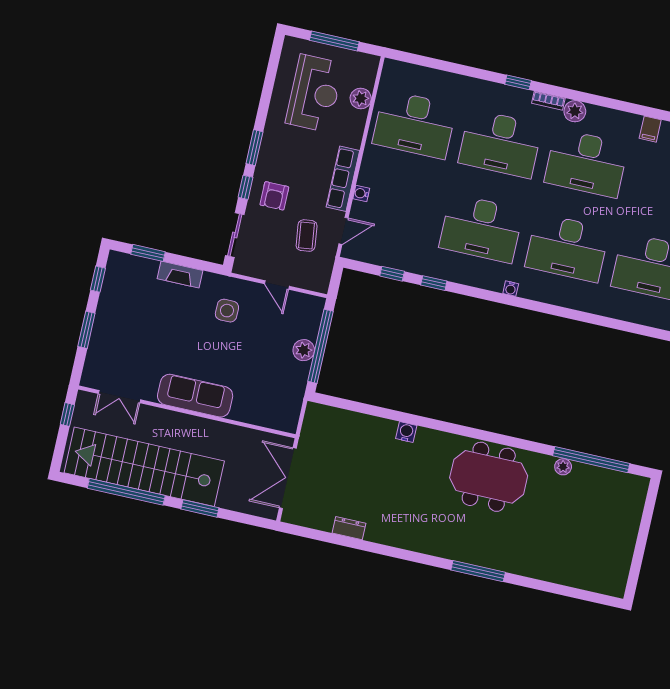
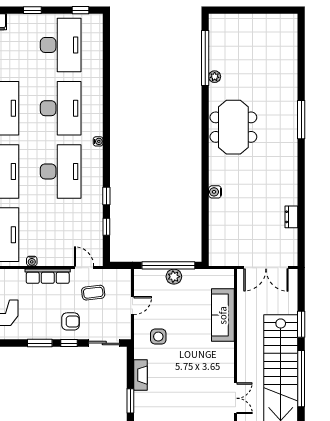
water cooler: (361, 193) -> (32, 261), moved
sofa: (195, 396) -> (223, 315), moved

